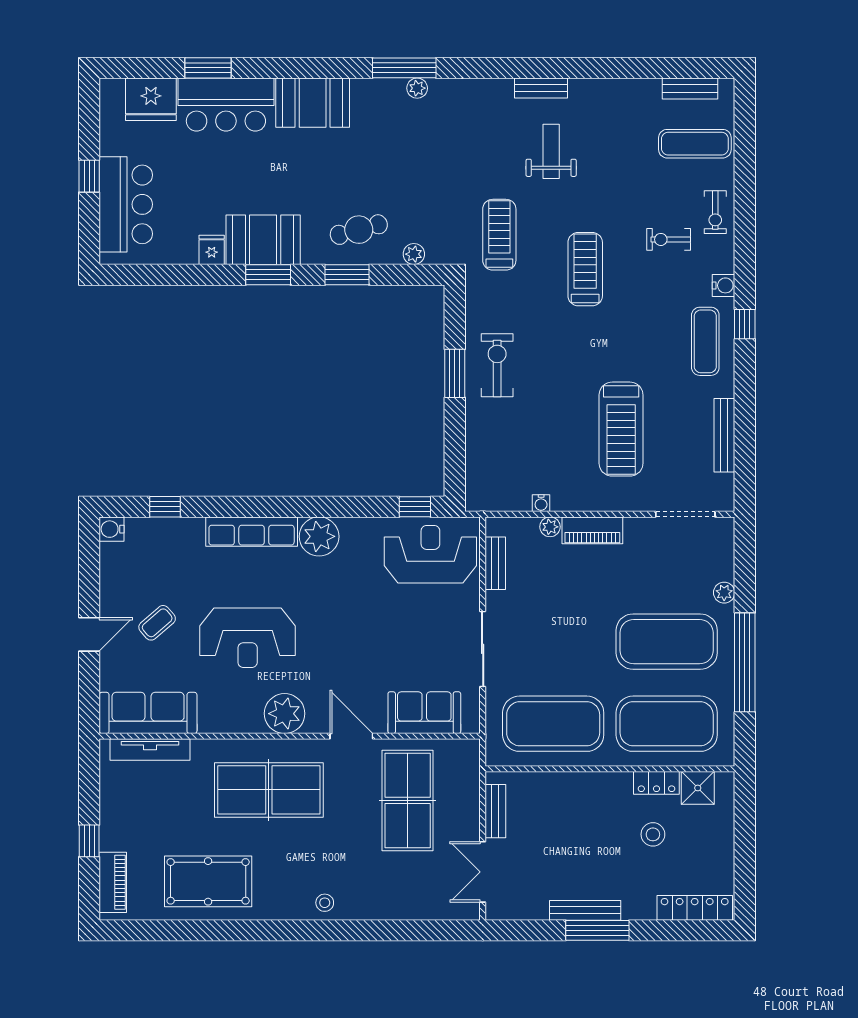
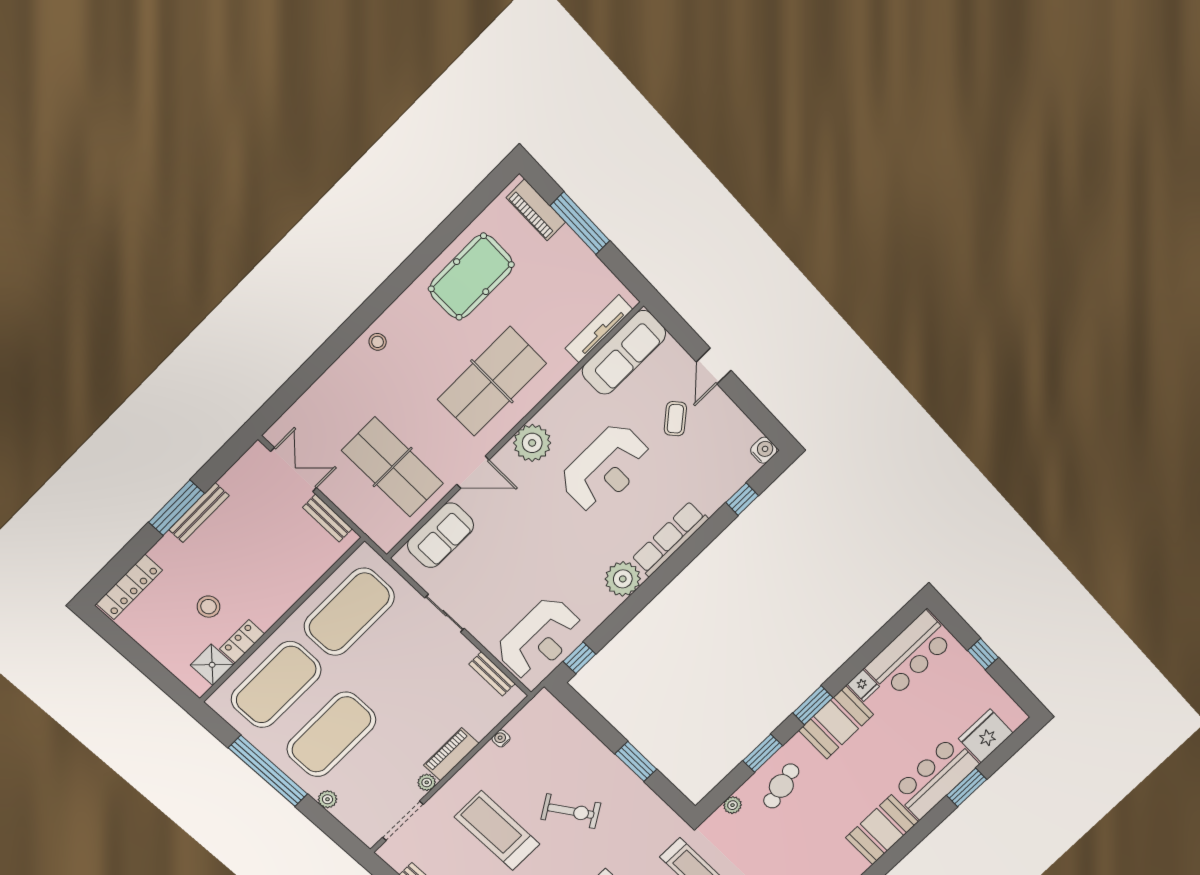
bar counter: (126, 204) -> (910, 654), moved, turned -90
exercise bike: (497, 365) -> (571, 811), moved, turned -33
plant: (550, 527) -> (427, 782), moved
reception desk: (248, 638) -> (606, 468), turned 180
sliding door: (483, 649) -> (445, 613), width x0.73
window: (89, 841) -> (580, 223), width x2.17

